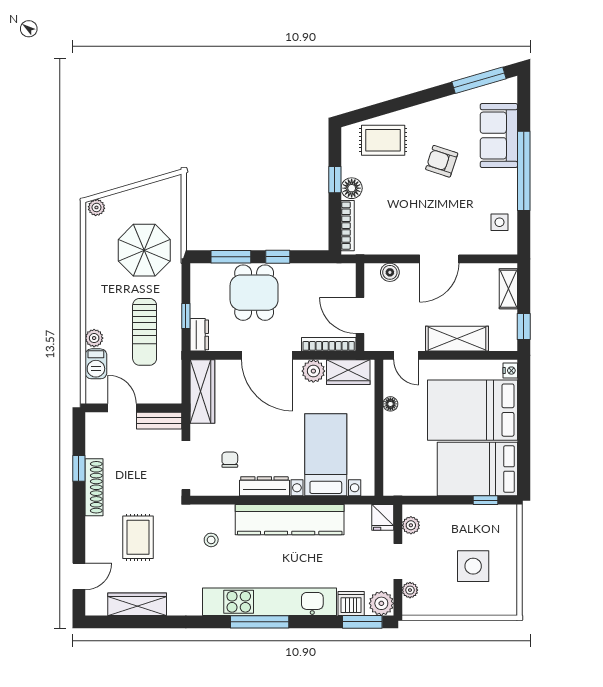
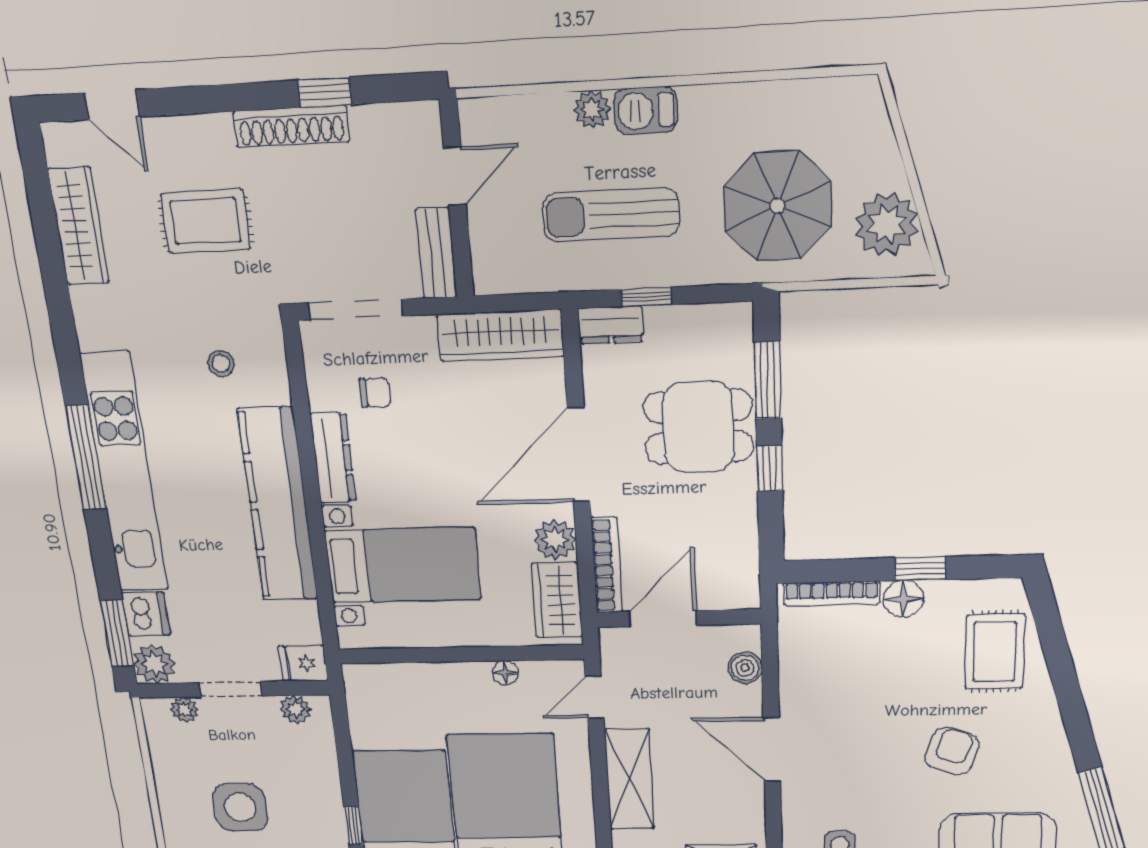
plant: (96, 207) -> (887, 224), moved, width x1.88, depth x1.88
barbecue: (96, 364) -> (646, 110), moved

